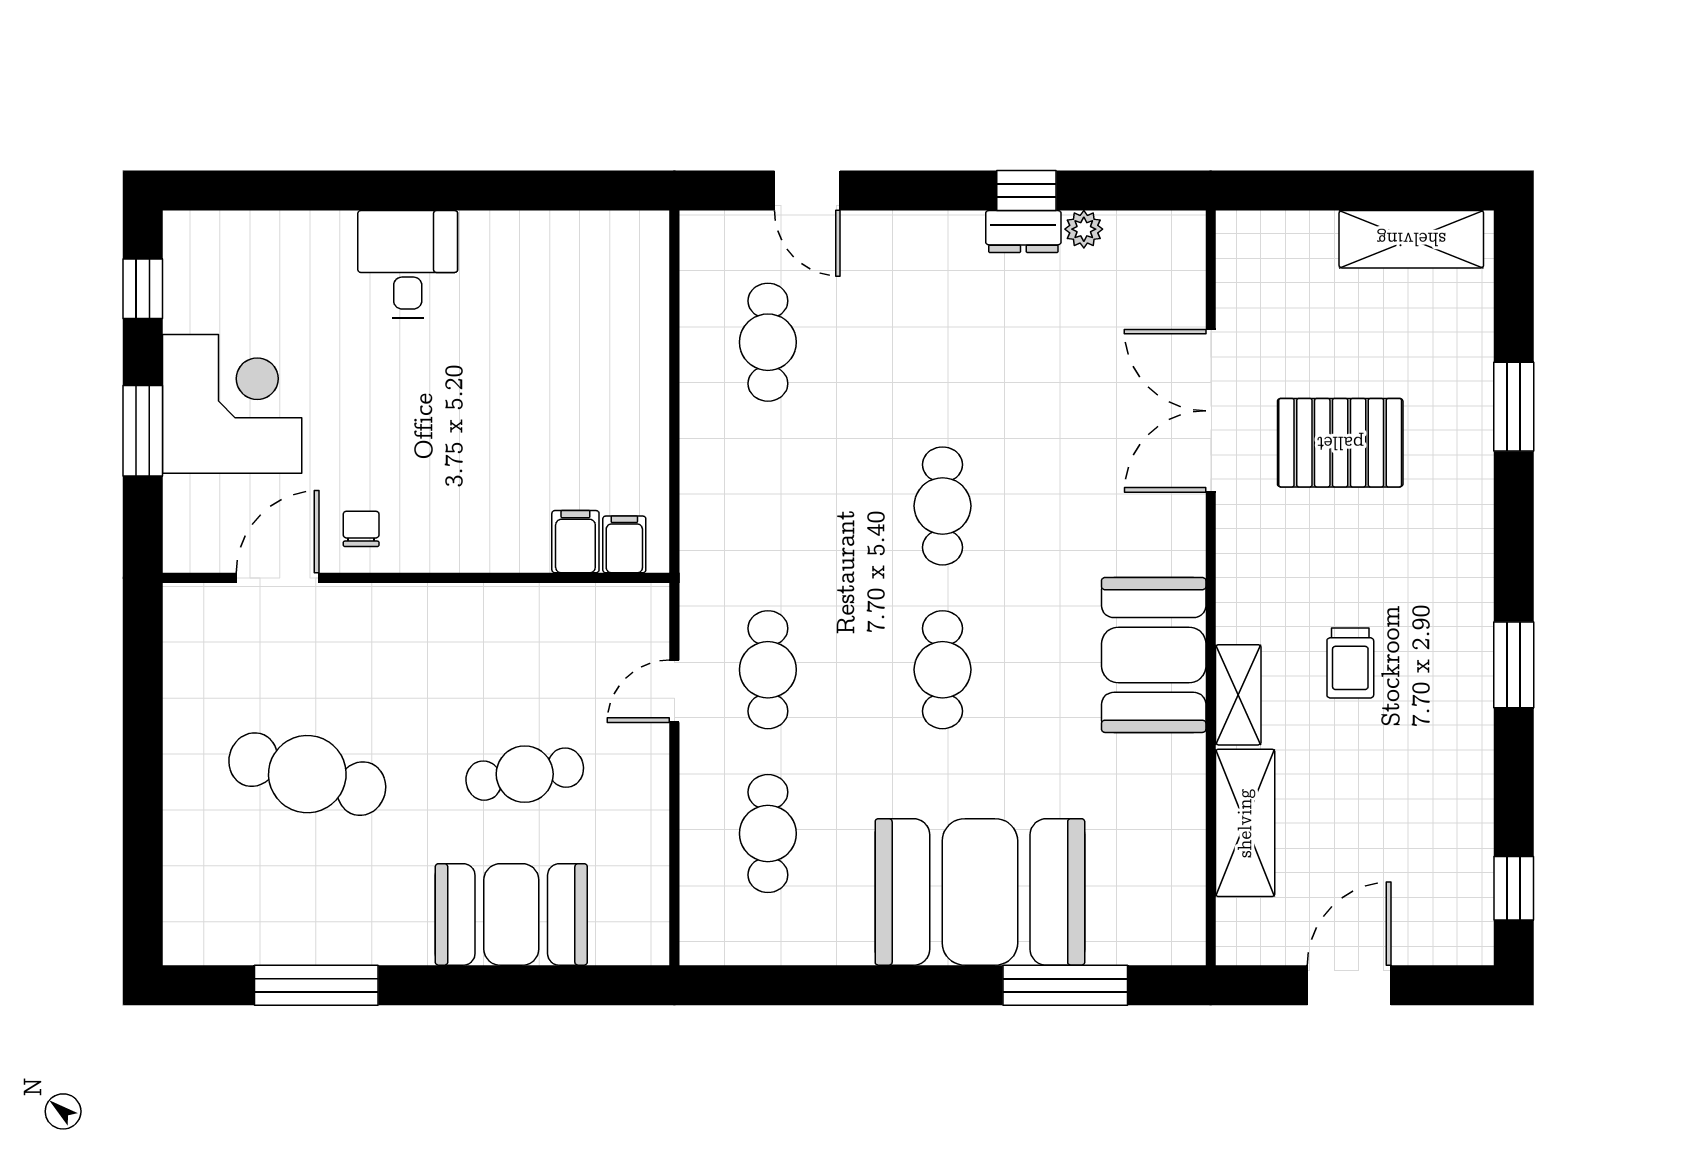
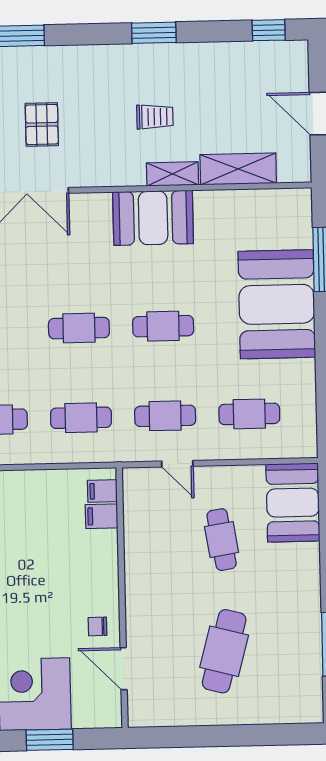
pallet: (1340, 443) -> (42, 125), width x0.67, depth x0.71
cafe table: (768, 506) -> (81, 418), added
booth: (511, 914) -> (293, 503), moved

